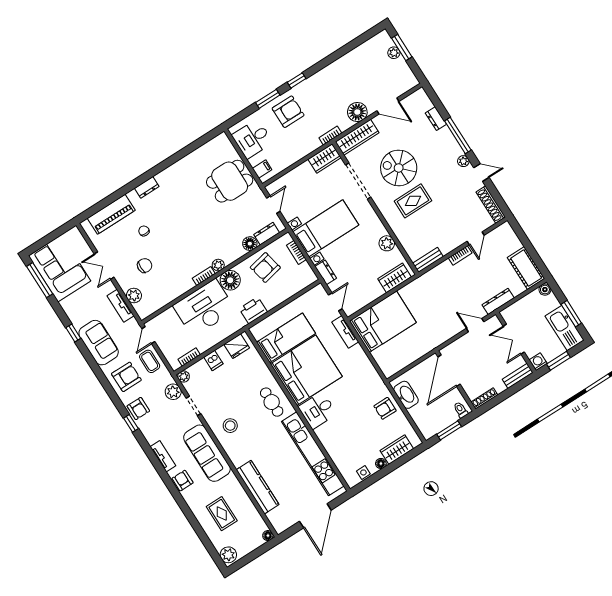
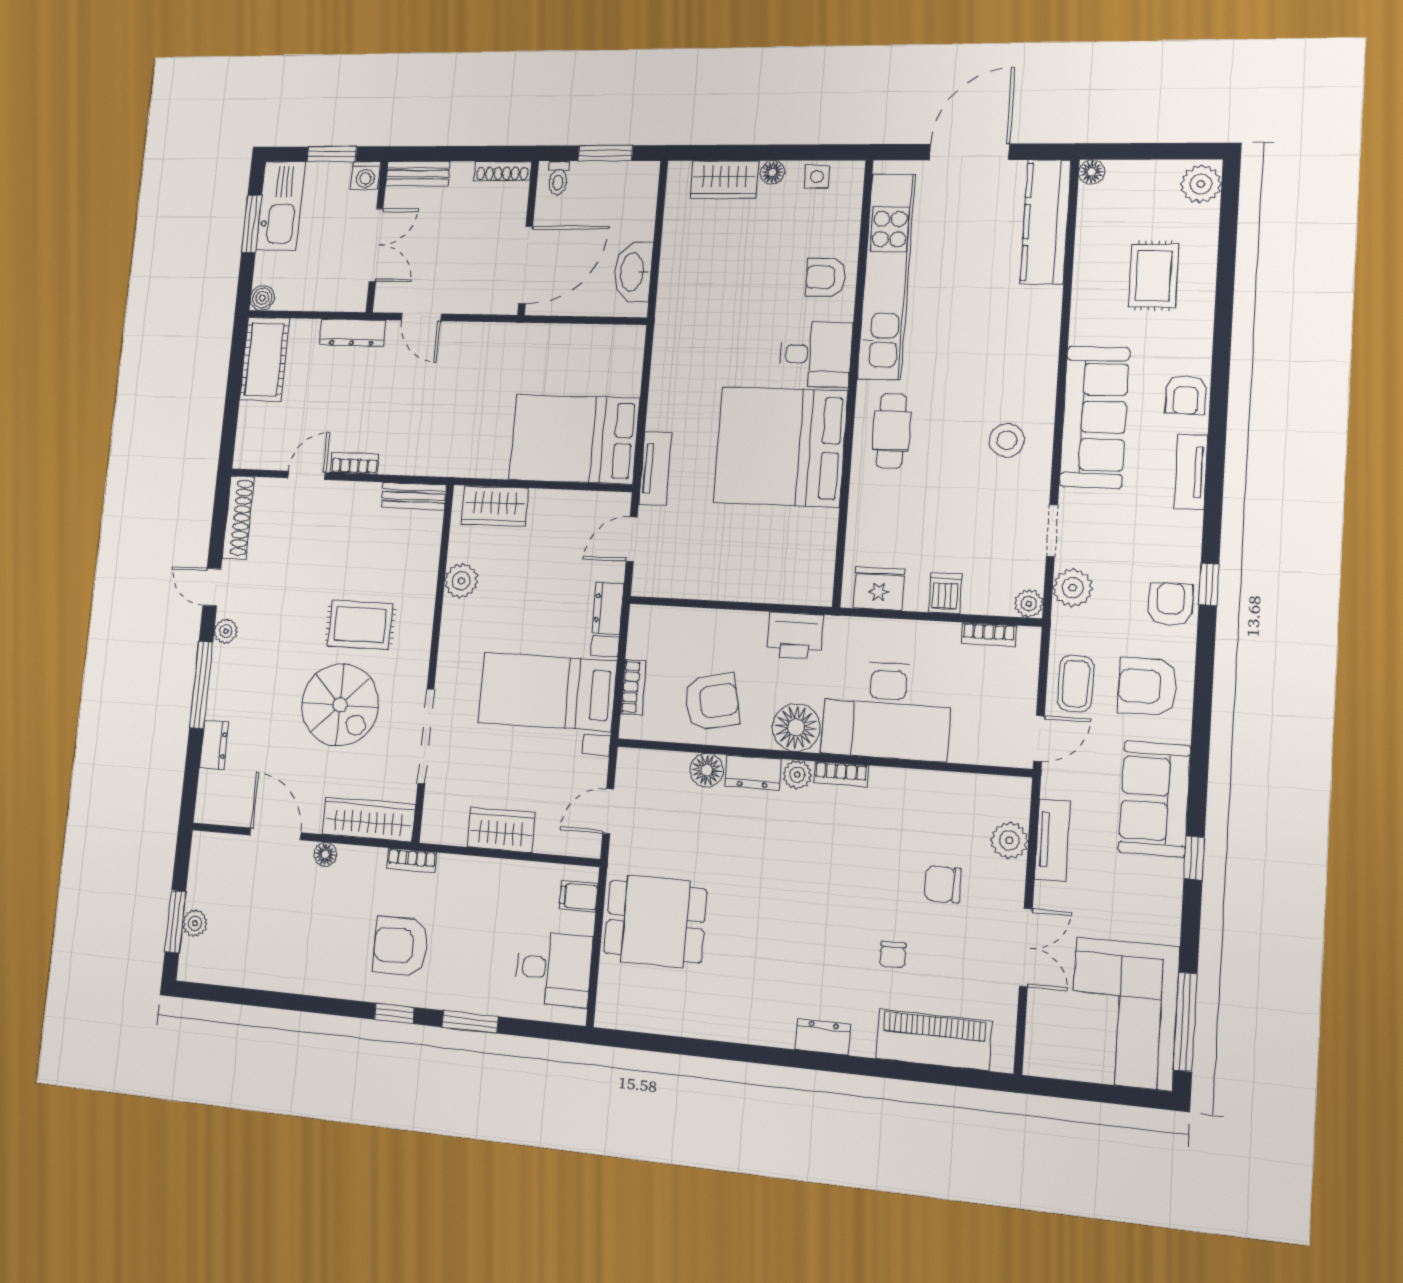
armchair: (288, 112) -> (401, 946), moved
floor lamp: (357, 112) -> (325, 854), width x0.53, depth x0.53
wardrobe: (325, 158) -> (501, 830), moved
dresser: (267, 234) -> (753, 772), moved
bed: (286, 338) -> (773, 537), removed
armchair: (385, 408) -> (826, 277), moved, turned 180
kitchen counter: (258, 487) -> (1046, 222), moved

